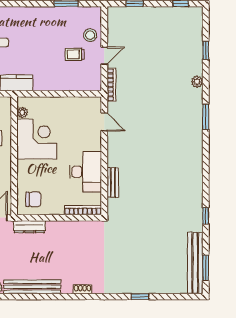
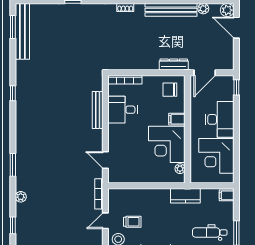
filing cabinet: (26, 167) -> (177, 119), added
desk: (85, 172) -> (123, 110), width x0.73
bench: (113, 182) -> (98, 110), width x1.36
window: (206, 216) -> (13, 93), moved

